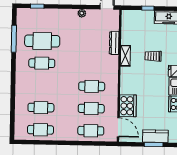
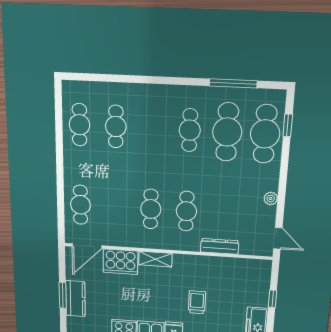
cafe table: (43, 19) -> (265, 134), added
shelving: (125, 56) -> (155, 259), moved
cafe table: (91, 109) -> (186, 211), moved

